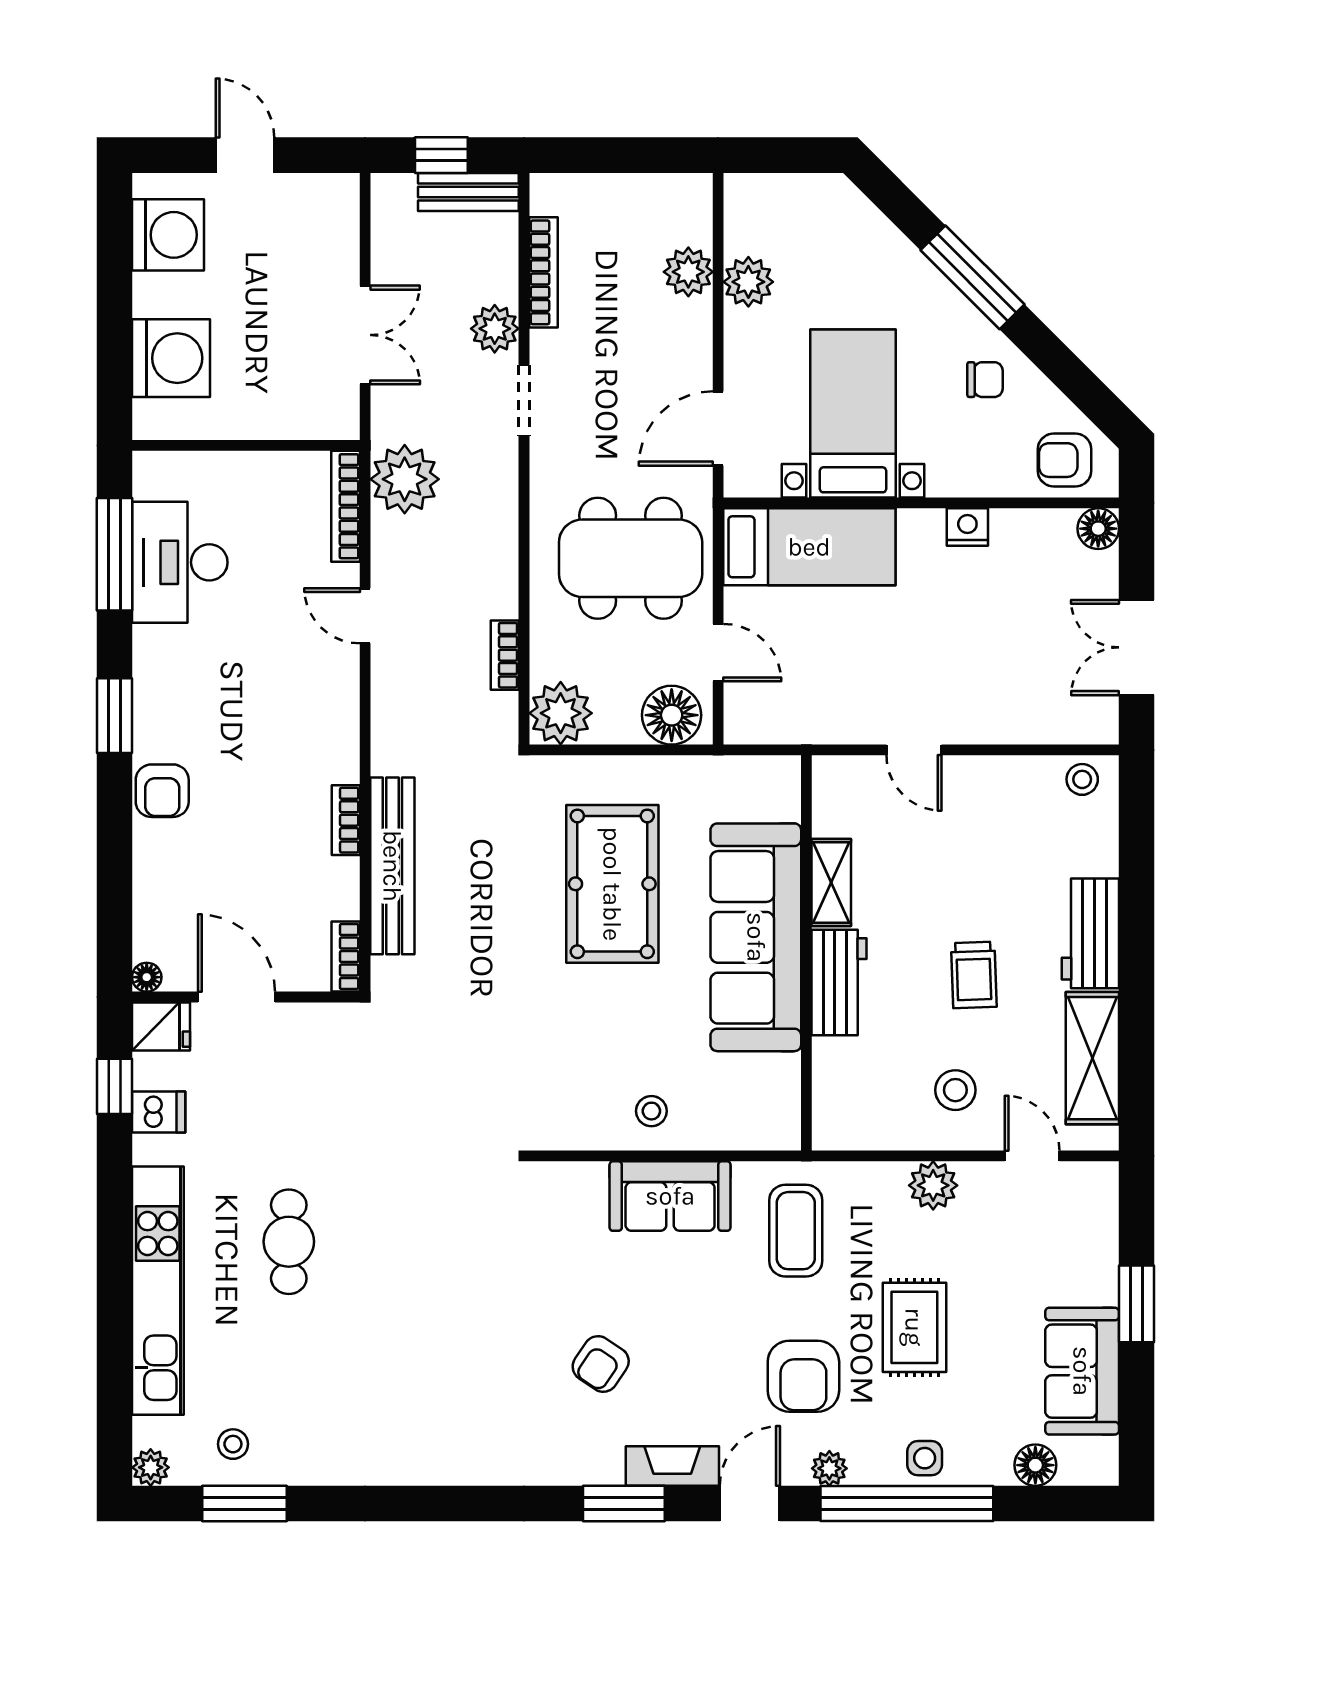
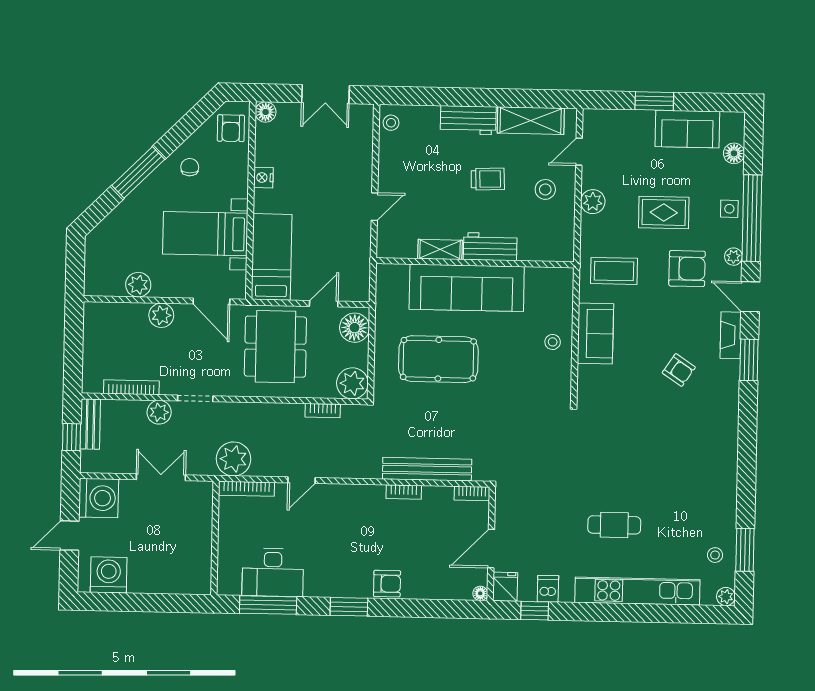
plant: (688, 272) -> (161, 315), moved
washing machine: (171, 358) -> (99, 498), moved, turned 90

